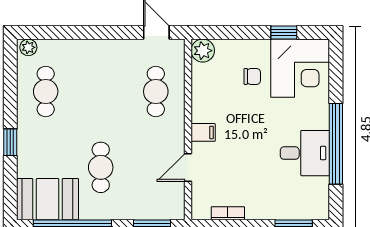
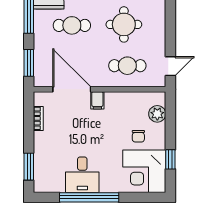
plant: (203, 51) -> (157, 114), moved
round table: (99, 96) -> (124, 24), added
door: (188, 168) -> (72, 89), width x1.88

